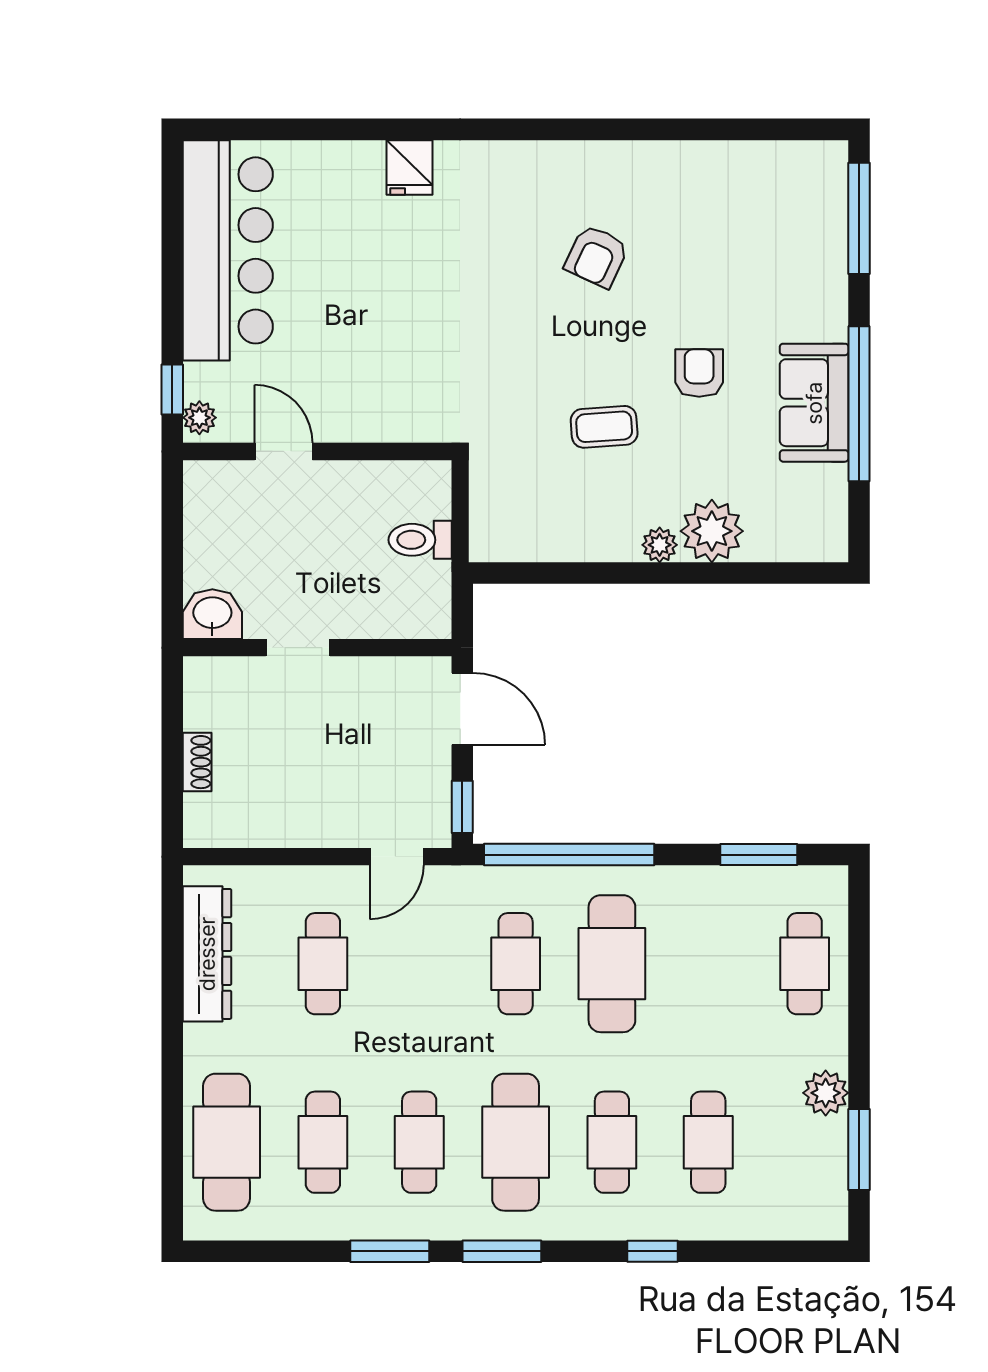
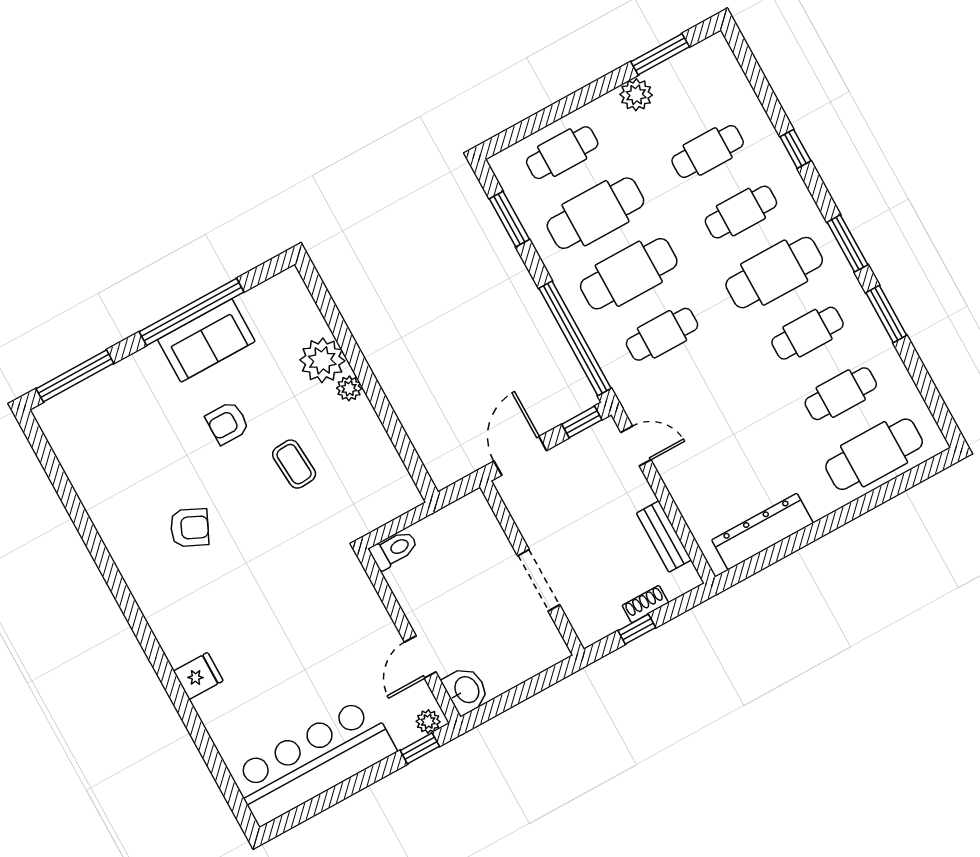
toilet: (420, 540) -> (394, 550), moved, turned -90
washbasin: (212, 614) -> (466, 690), moved, turned 180
doorway: (298, 648) -> (539, 580), width x1.38
window: (172, 735) -> (637, 629), added
bench: (267, 830) -> (664, 537), added
cafe table: (323, 964) -> (595, 213), moved, width x1.37, depth x1.35

